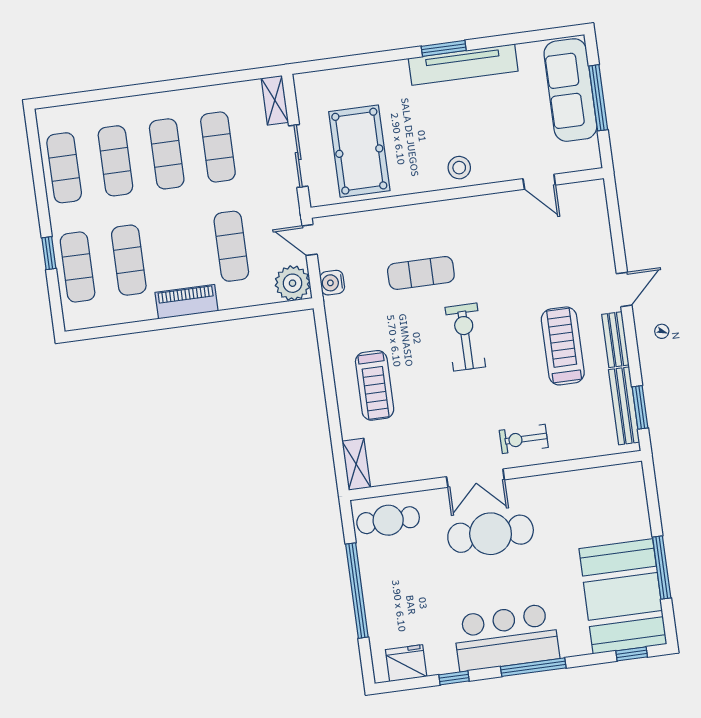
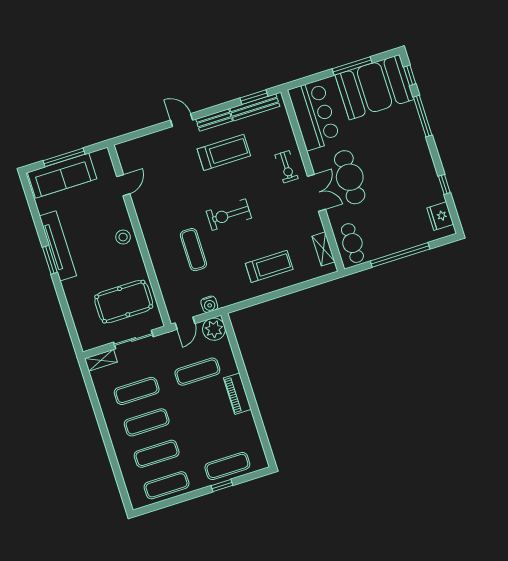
exercise mat: (129, 260) -> (217, 435), removed
treadmill: (563, 346) -> (224, 152), turned 180
shelving: (356, 464) -> (323, 249), moved, turned 90
bar counter: (506, 637) -> (314, 115), moved, turned 180
window: (533, 667) -> (423, 116), moved

